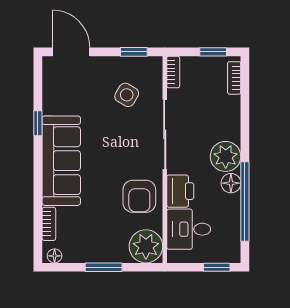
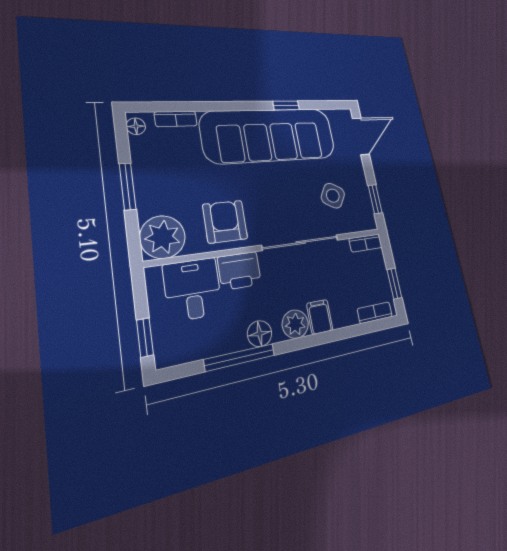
filing cabinet: (228, 130) -> (320, 317), added
plant: (226, 156) -> (295, 324), width x0.73, depth x0.73
sofa: (61, 161) -> (270, 135), width x1.36, depth x1.27
armchair: (139, 196) -> (225, 222), turned 90
window: (245, 201) -> (240, 357), width x0.68

